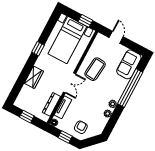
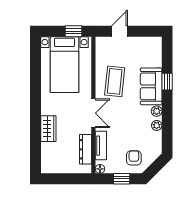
door: (116, 37) -> (119, 31), hinge flipped
window: (38, 49) -> (36, 93), removed
sofa: (129, 64) -> (151, 86), moved
window: (130, 88) -> (167, 82), width x0.32
window: (27, 117) -> (64, 179), removed

